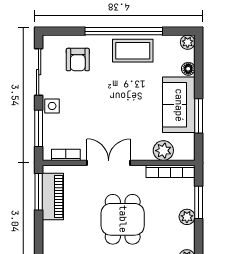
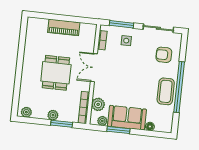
plant: (188, 42) -> (102, 121), moved
side table: (52, 106) -> (126, 41), moved
double door: (109, 163) -> (94, 68), swing flipped
window: (39, 192) -> (80, 20), removed
piano: (53, 197) -> (64, 27), moved
dining table: (123, 219) -> (56, 73), turned 90

